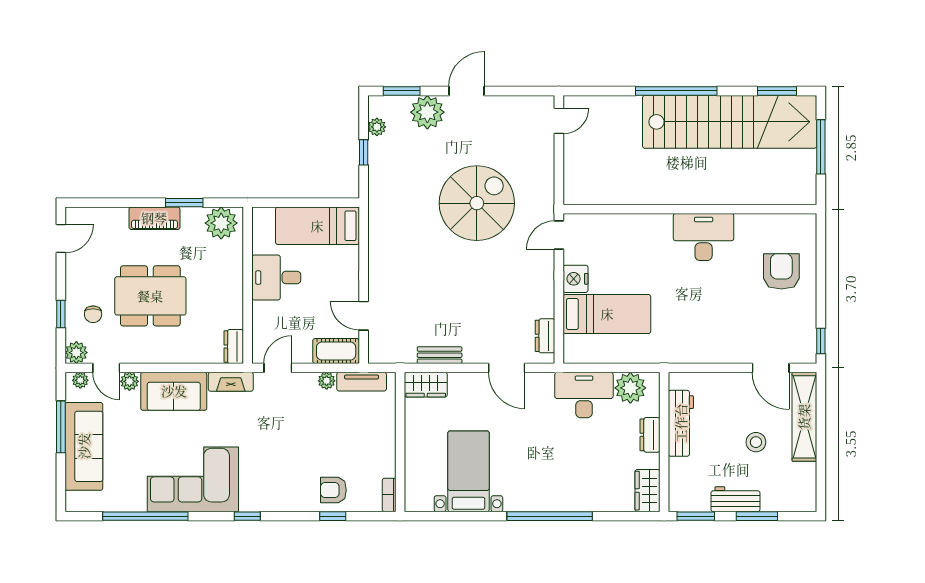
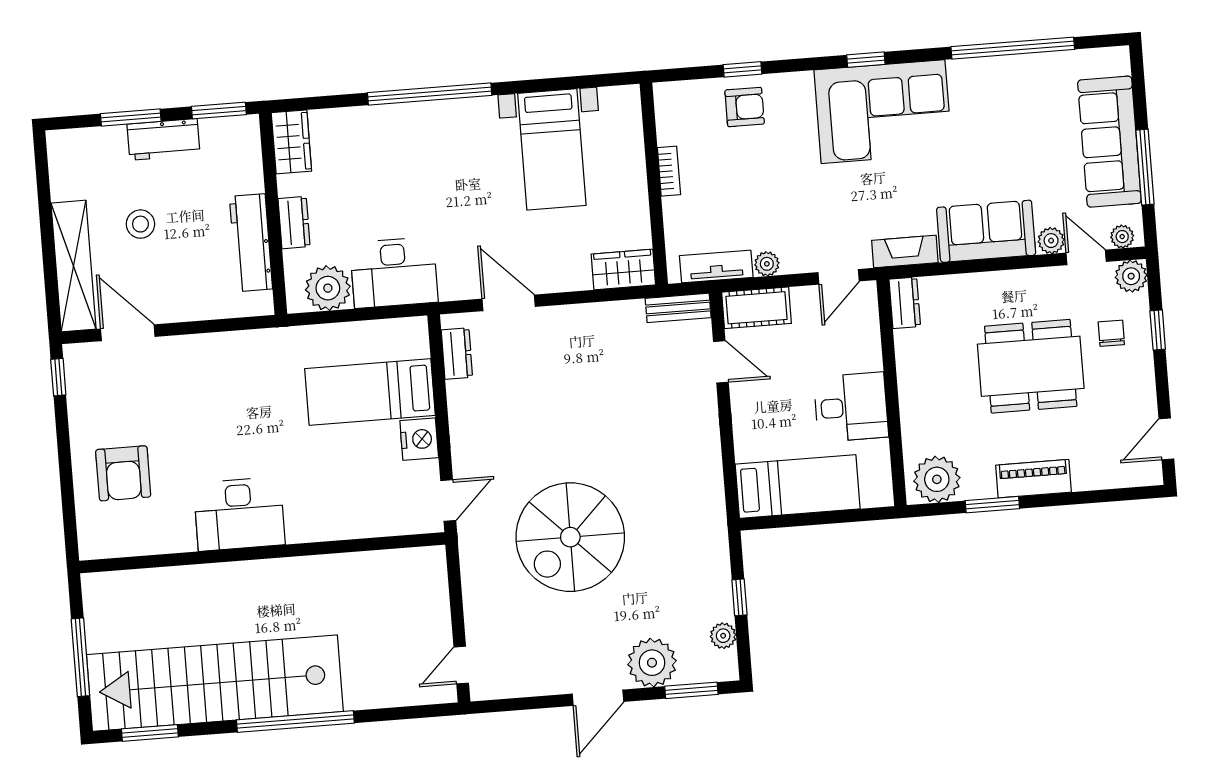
bench: (440, 355) -> (678, 308), moved
corner sofa: (193, 479) -> (883, 112), moved
bookcase: (389, 495) -> (669, 171), moved

